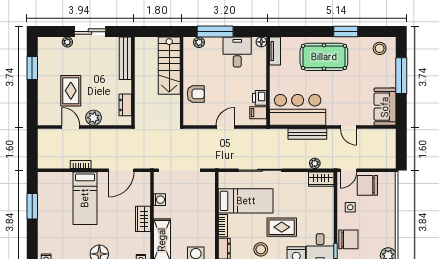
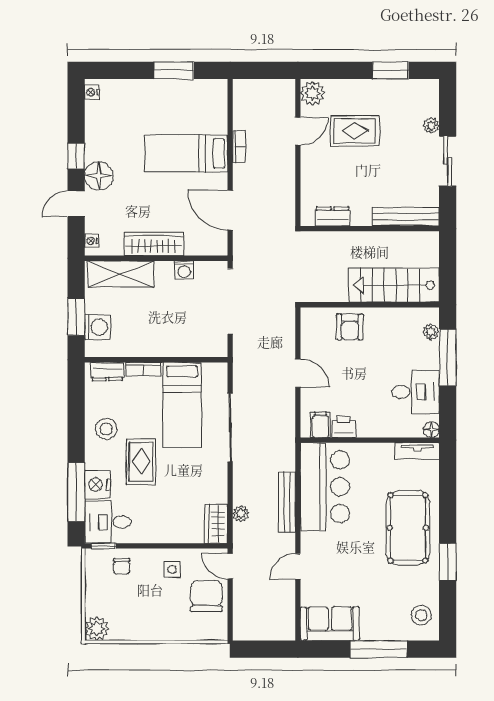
plant: (94, 118) -> (313, 93), moved
wardrobe: (143, 219) -> (154, 244), width x1.50
chair: (348, 239) -> (122, 566), width x0.54, depth x0.54

